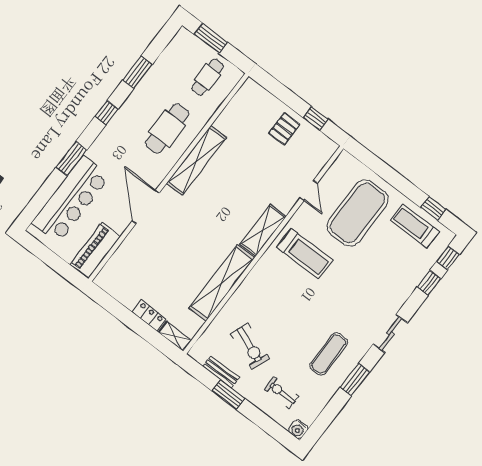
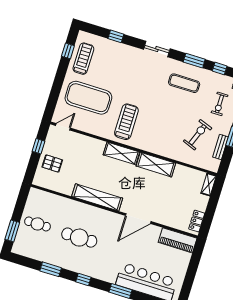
shelving: (196, 161) -> (97, 197), moved
wall: (168, 177) -> (114, 211), moved
door: (309, 190) -> (63, 127), moved
door: (146, 207) -> (138, 219), moved
treadmill: (415, 226) -> (83, 59), turned 180
piano: (95, 251) -> (178, 240), moved
window: (448, 258) -> (220, 69), moved
shelving: (222, 283) -> (156, 165), width x0.68
locker: (149, 315) -> (197, 221), moved

